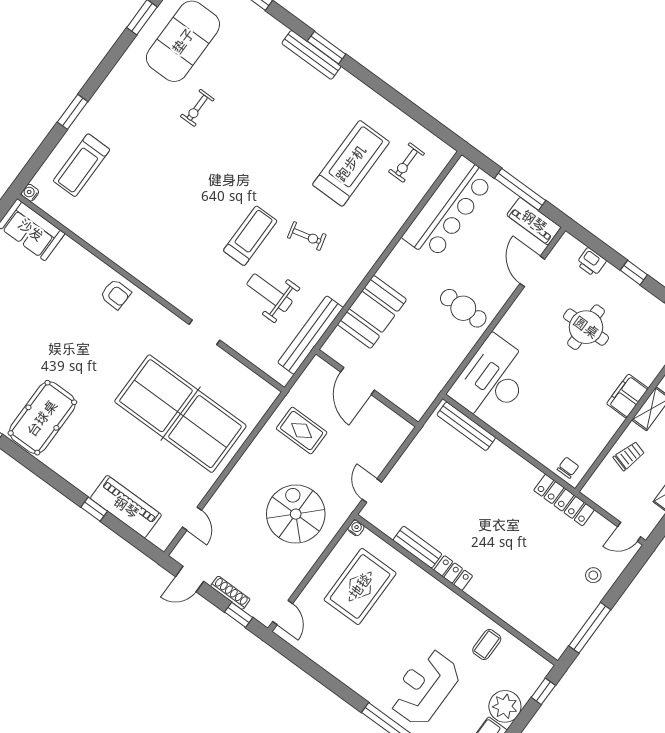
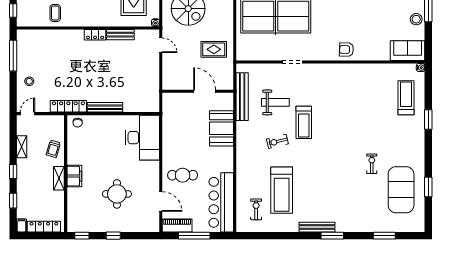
bench: (311, 55) -> (317, 227), moved
printer: (591, 262) -> (137, 226), removed
cafe table: (463, 308) -> (183, 175), moved
bench: (466, 426) -> (105, 107), moved

